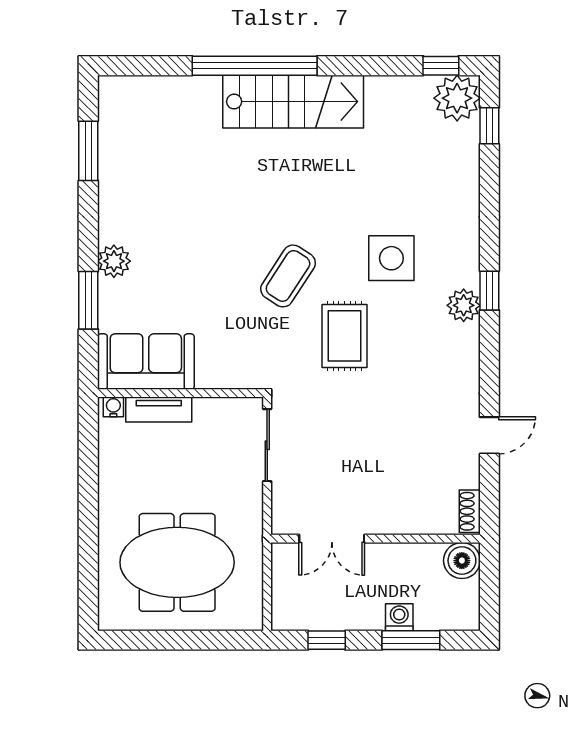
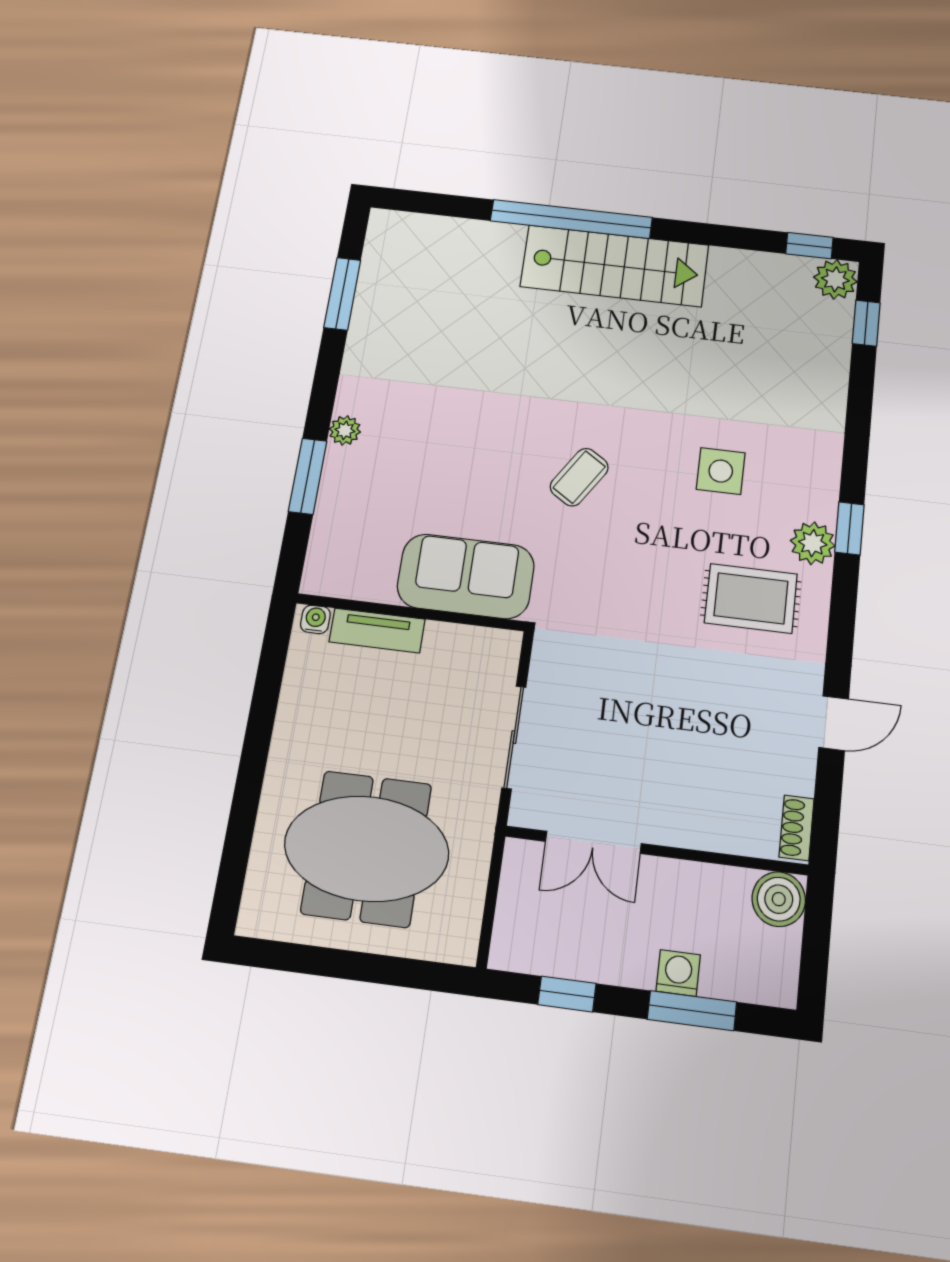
plant: (457, 98) -> (835, 279), width x0.73, depth x0.73
side table: (391, 258) -> (721, 471), width x0.73, depth x0.73
plant: (114, 261) -> (345, 430), width x0.73, depth x0.73
coffee table: (288, 276) -> (579, 477), width x0.73, depth x0.77
rug: (344, 336) -> (751, 598), moved, turned 90
sofa: (146, 362) -> (466, 576), moved
sliding door: (267, 445) -> (514, 737), moved

